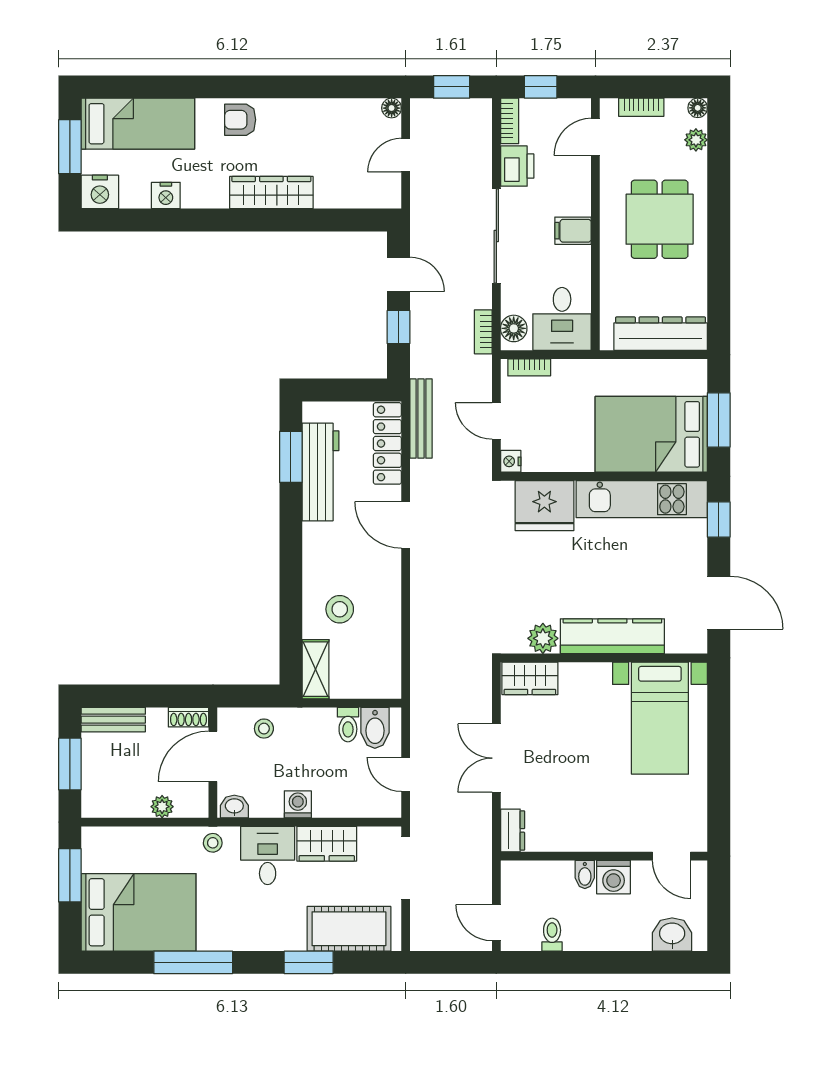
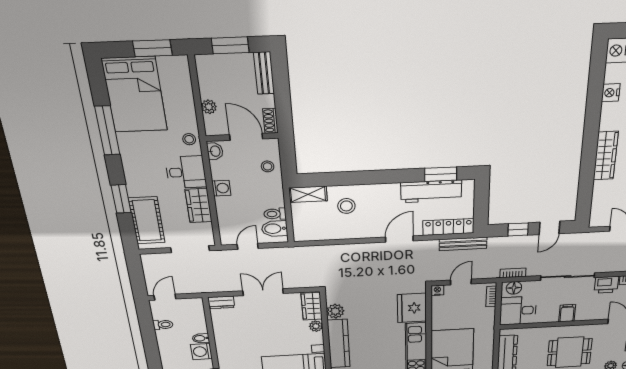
plant: (572, 674) -> (316, 326), added

